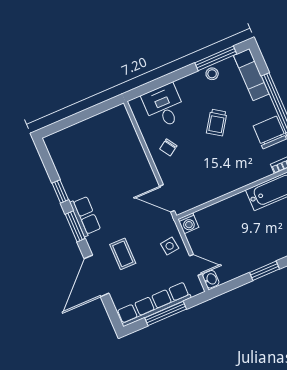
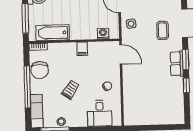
filing cabinet: (223, 185) -> (82, 49), added
washing machine: (188, 223) -> (103, 34), moved

